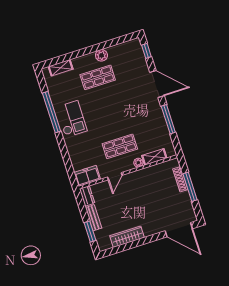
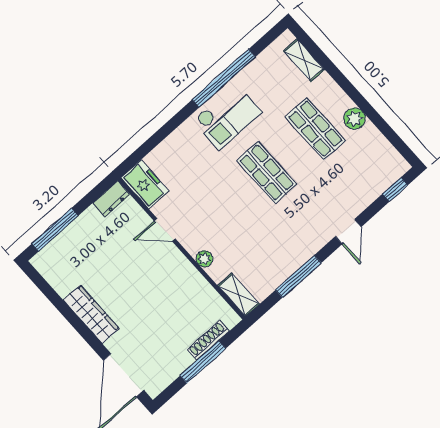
door: (157, 84) -> (348, 232), width x0.53
shop shelf: (120, 146) -> (267, 172), moved
shelving: (154, 157) -> (239, 295), moved
bench: (94, 218) -> (80, 226), removed
window: (90, 231) -> (55, 230), width x1.44
wardrobe: (127, 237) -> (91, 314), moved

